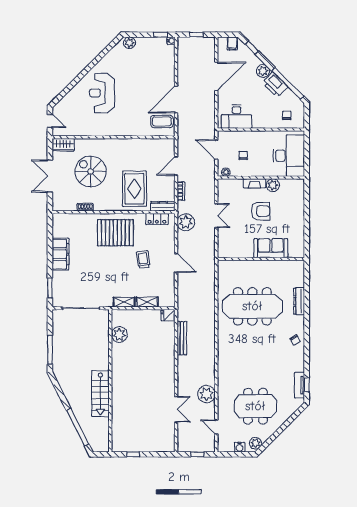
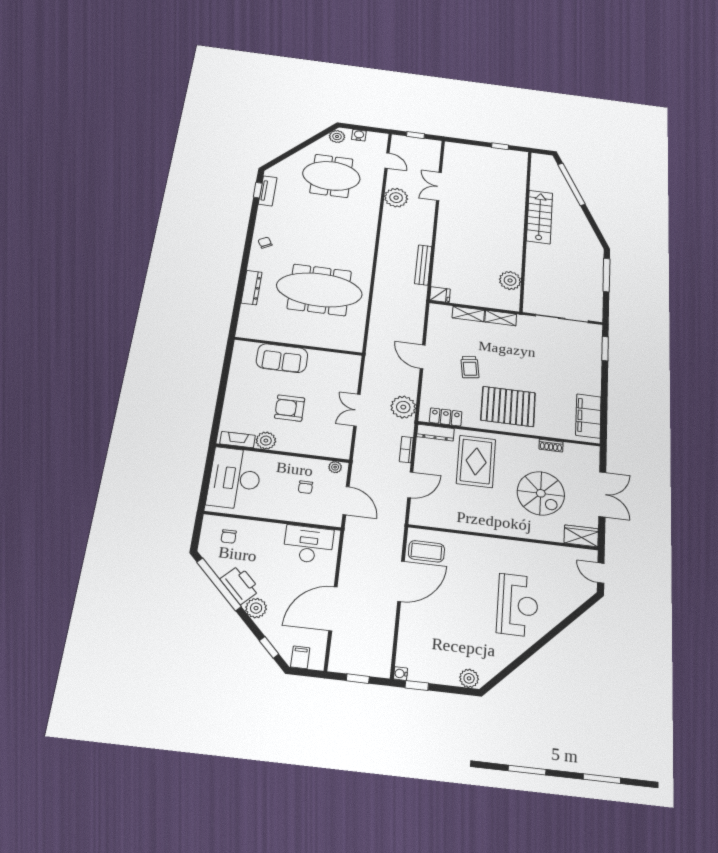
fireplace: (255, 183) -> (238, 440), moved
filing cabinet: (60, 254) -> (588, 416), moved

